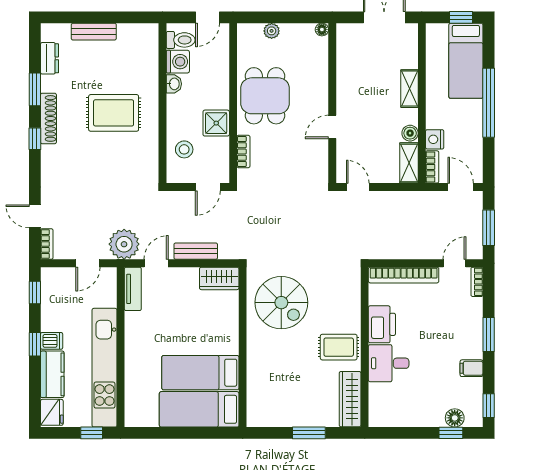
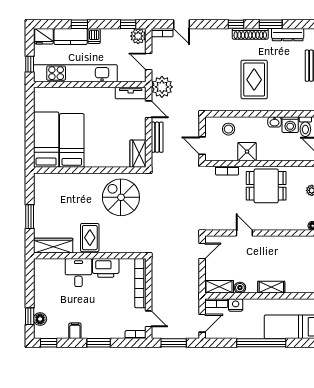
dresser: (49, 58) -> (288, 35), width x1.44
door: (35, 216) -> (181, 24), swing flipped
plant: (52, 278) -> (138, 36), added
spiral stairs: (281, 303) -> (121, 197), turned 90
window: (35, 344) -> (79, 24), moved

